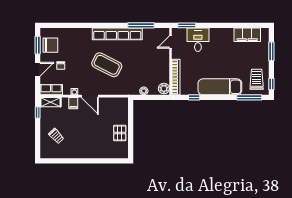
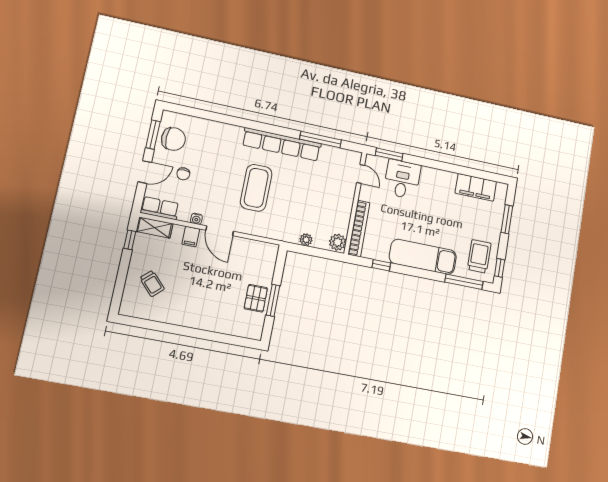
door: (171, 42) -> (361, 174), swing flipped
coffee table: (107, 65) -> (256, 188), turned 63
window: (131, 132) -> (273, 300), added

